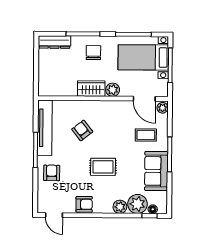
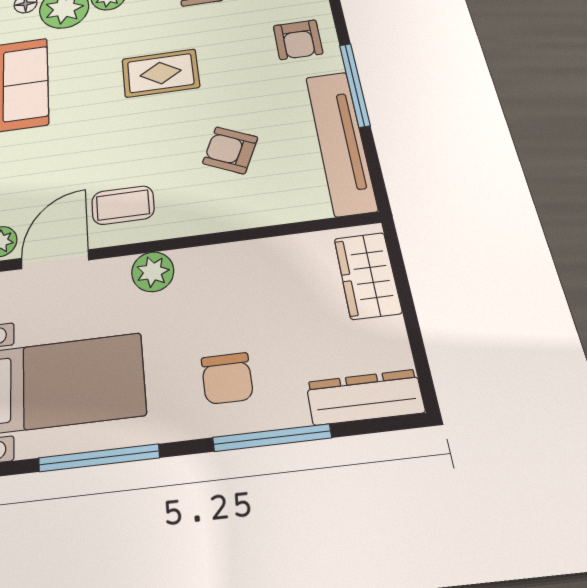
wardrobe: (91, 89) -> (368, 275), moved, turned 90
door: (144, 99) -> (55, 259), hinge flipped
armchair: (82, 130) -> (230, 150), turned 153
coffee table: (146, 135) -> (123, 205), moved

